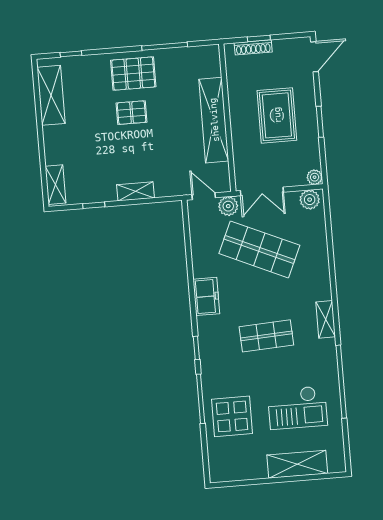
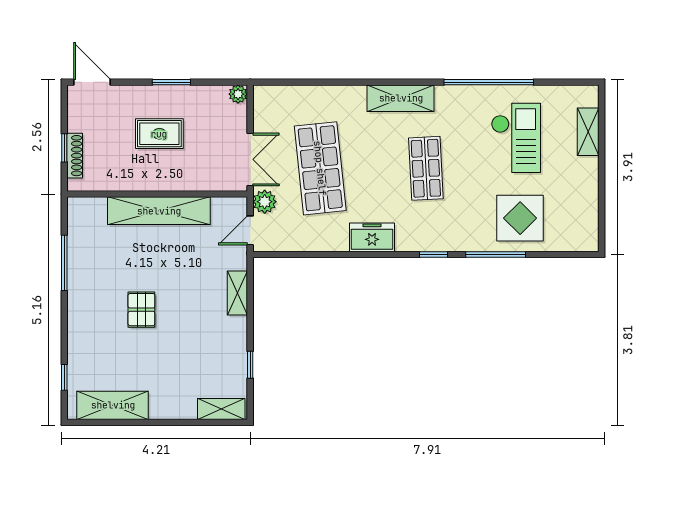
pallet: (133, 74) -> (94, 304), removed
rug: (277, 115) -> (159, 134), width x0.73, depth x0.70
shelving: (136, 191) -> (237, 293), moved
plant: (310, 200) -> (265, 102), removed
shop shelf: (259, 249) -> (320, 168), turned -30
shelving: (326, 319) -> (401, 98), width x1.50, depth x1.33
shelving: (297, 464) -> (588, 132), width x0.67, depth x0.75

